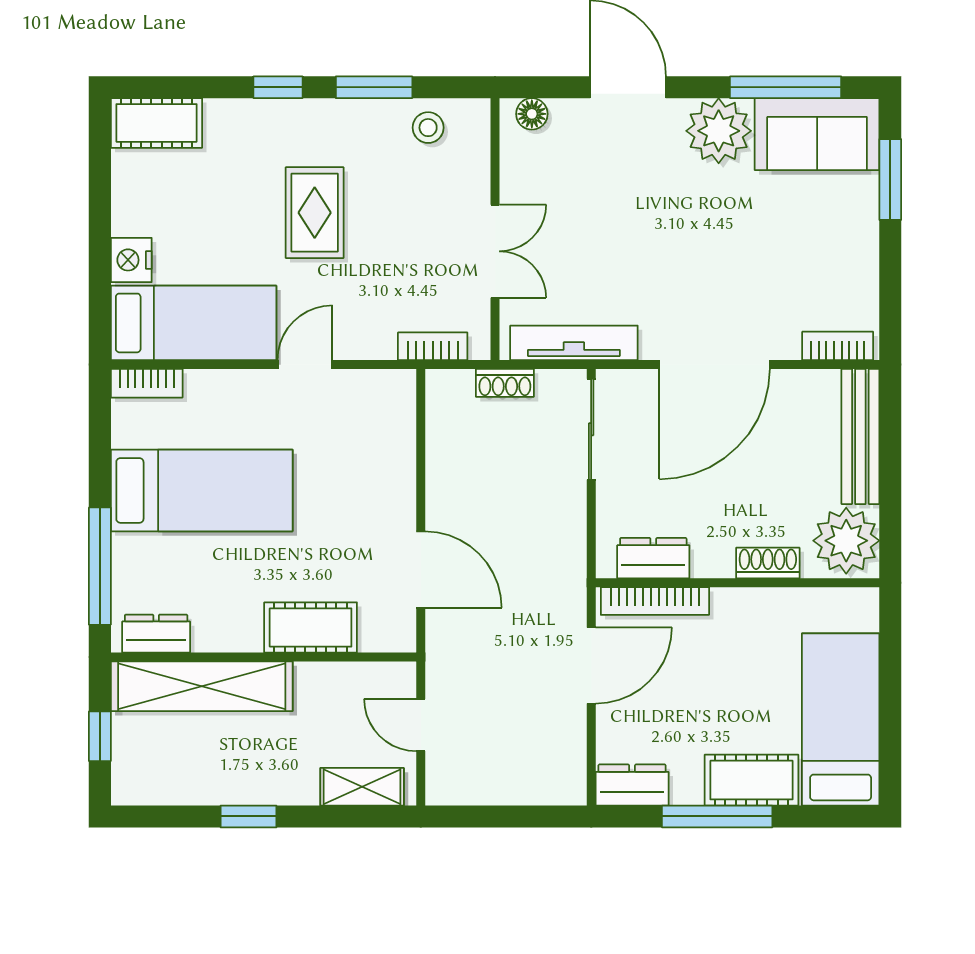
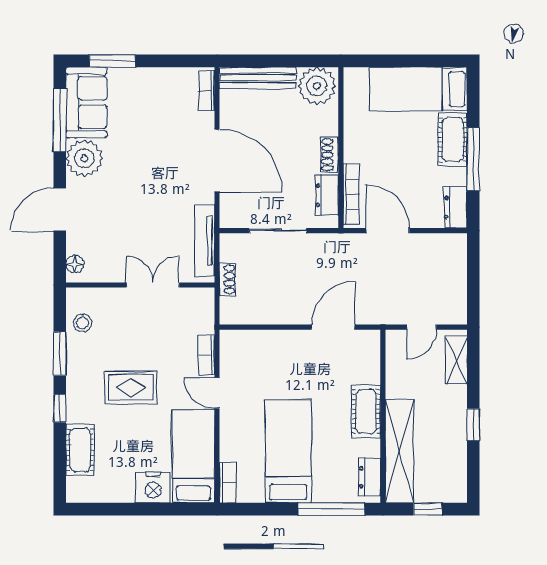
cot: (156, 123) -> (80, 450), moved
nightstand: (131, 260) -> (153, 488), width x1.36, depth x1.33
bookcase: (433, 346) -> (207, 355), moved
sliding door: (591, 429) -> (278, 231), moved
shoe rack: (768, 563) -> (330, 155), moved
cot: (311, 627) -> (366, 411), moved

